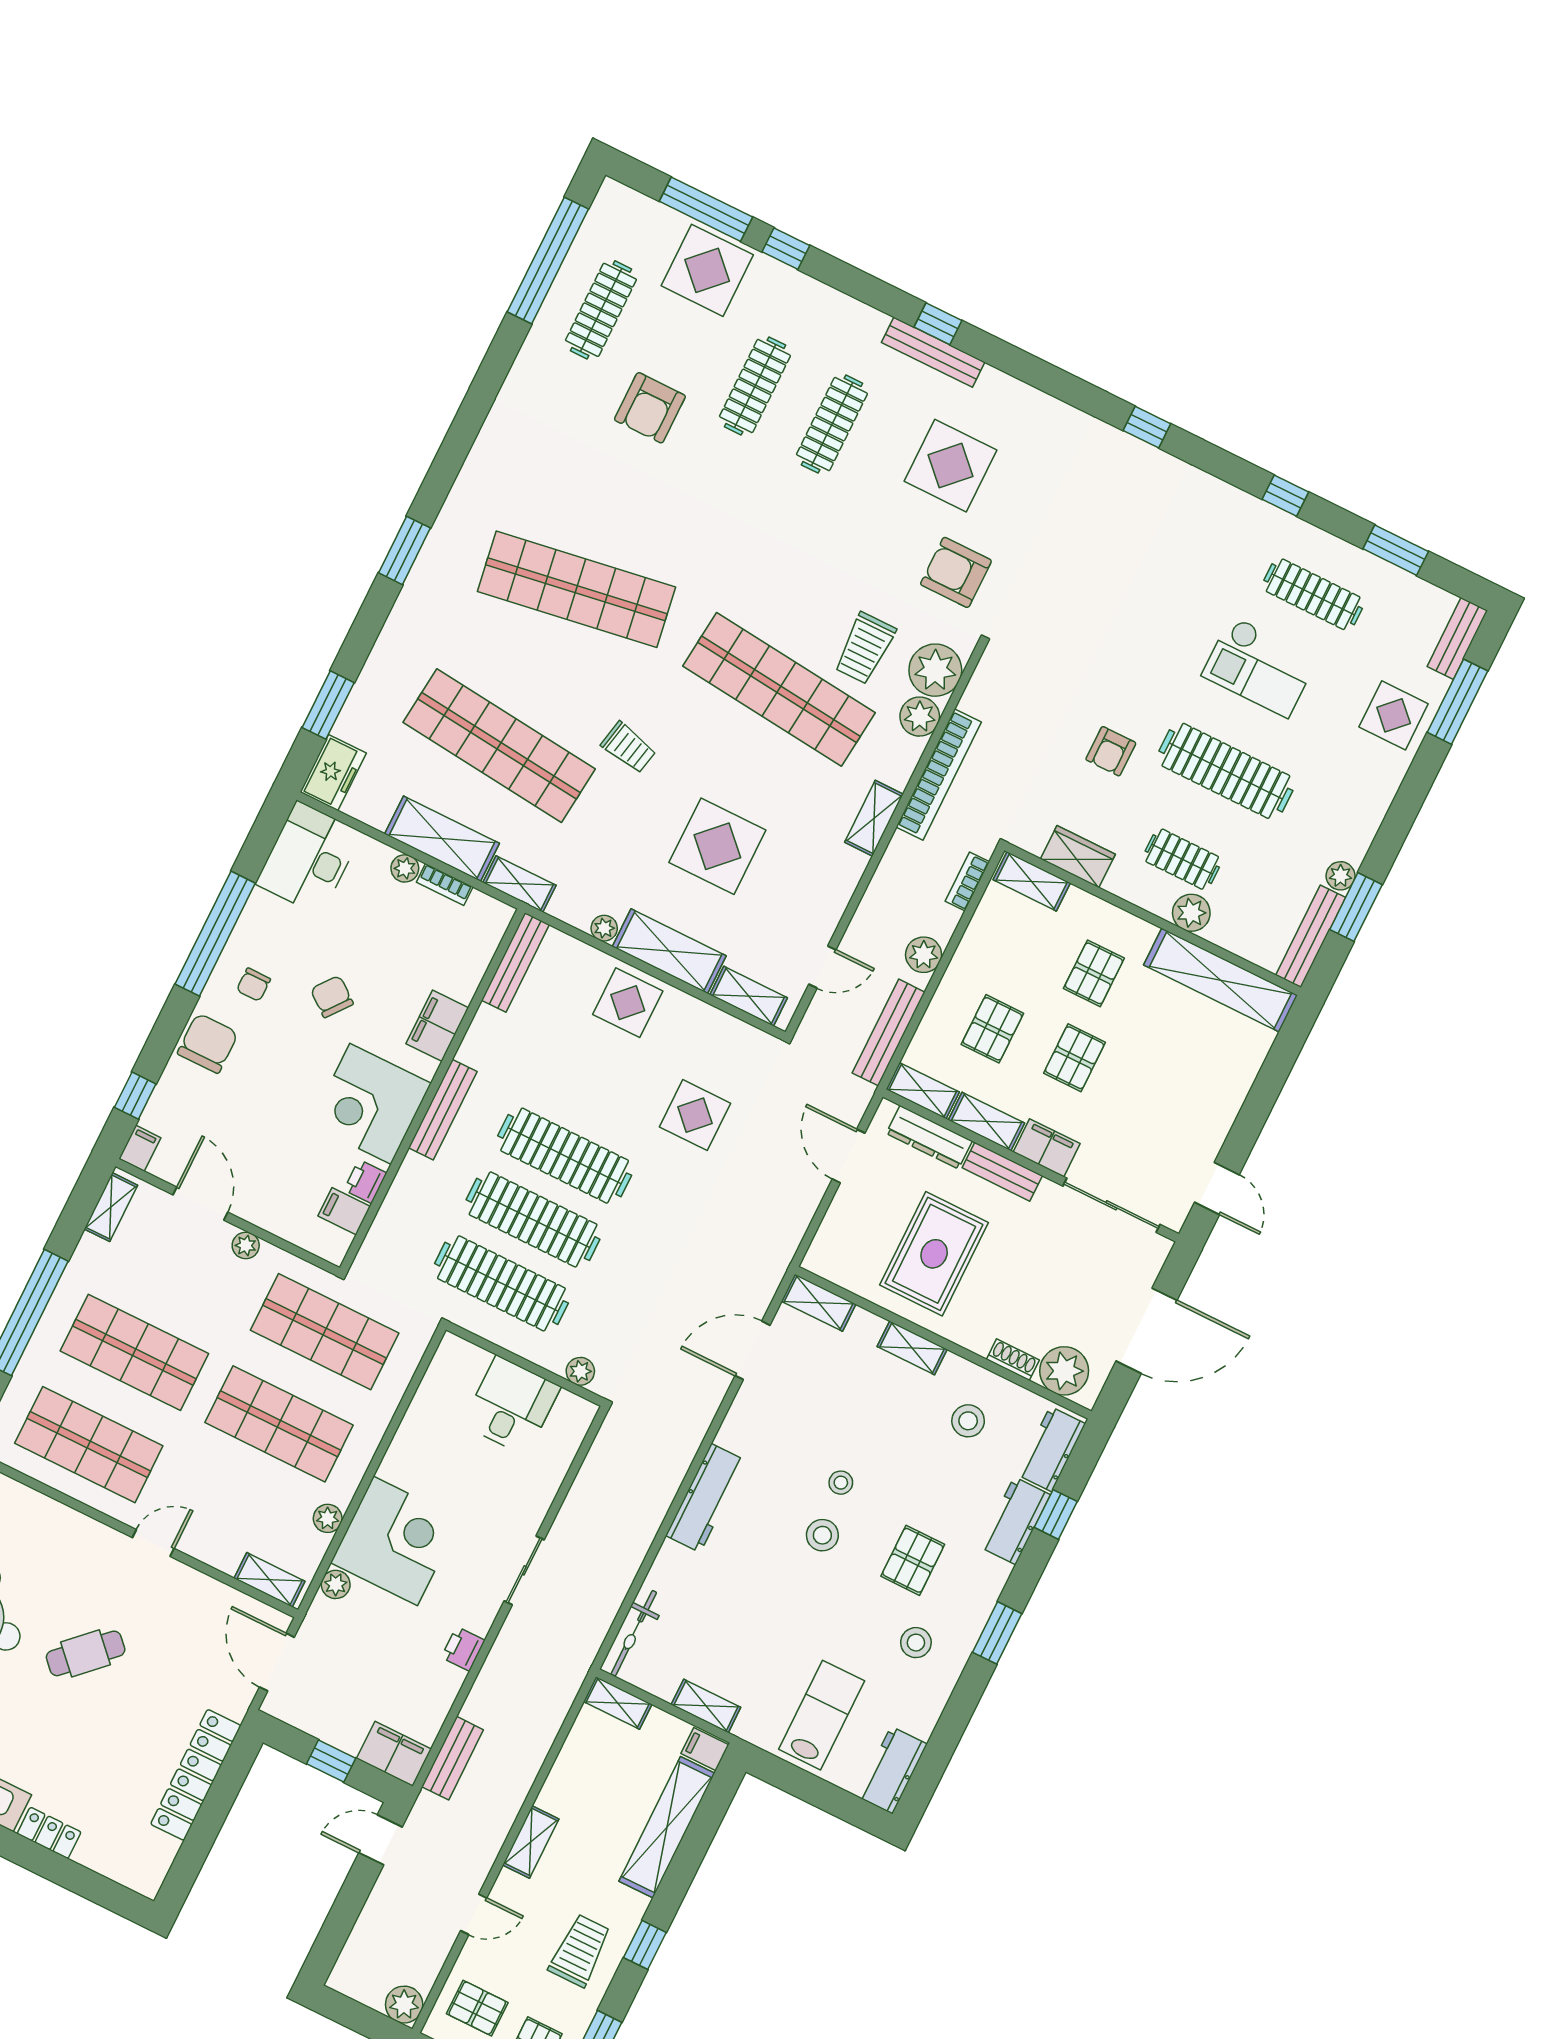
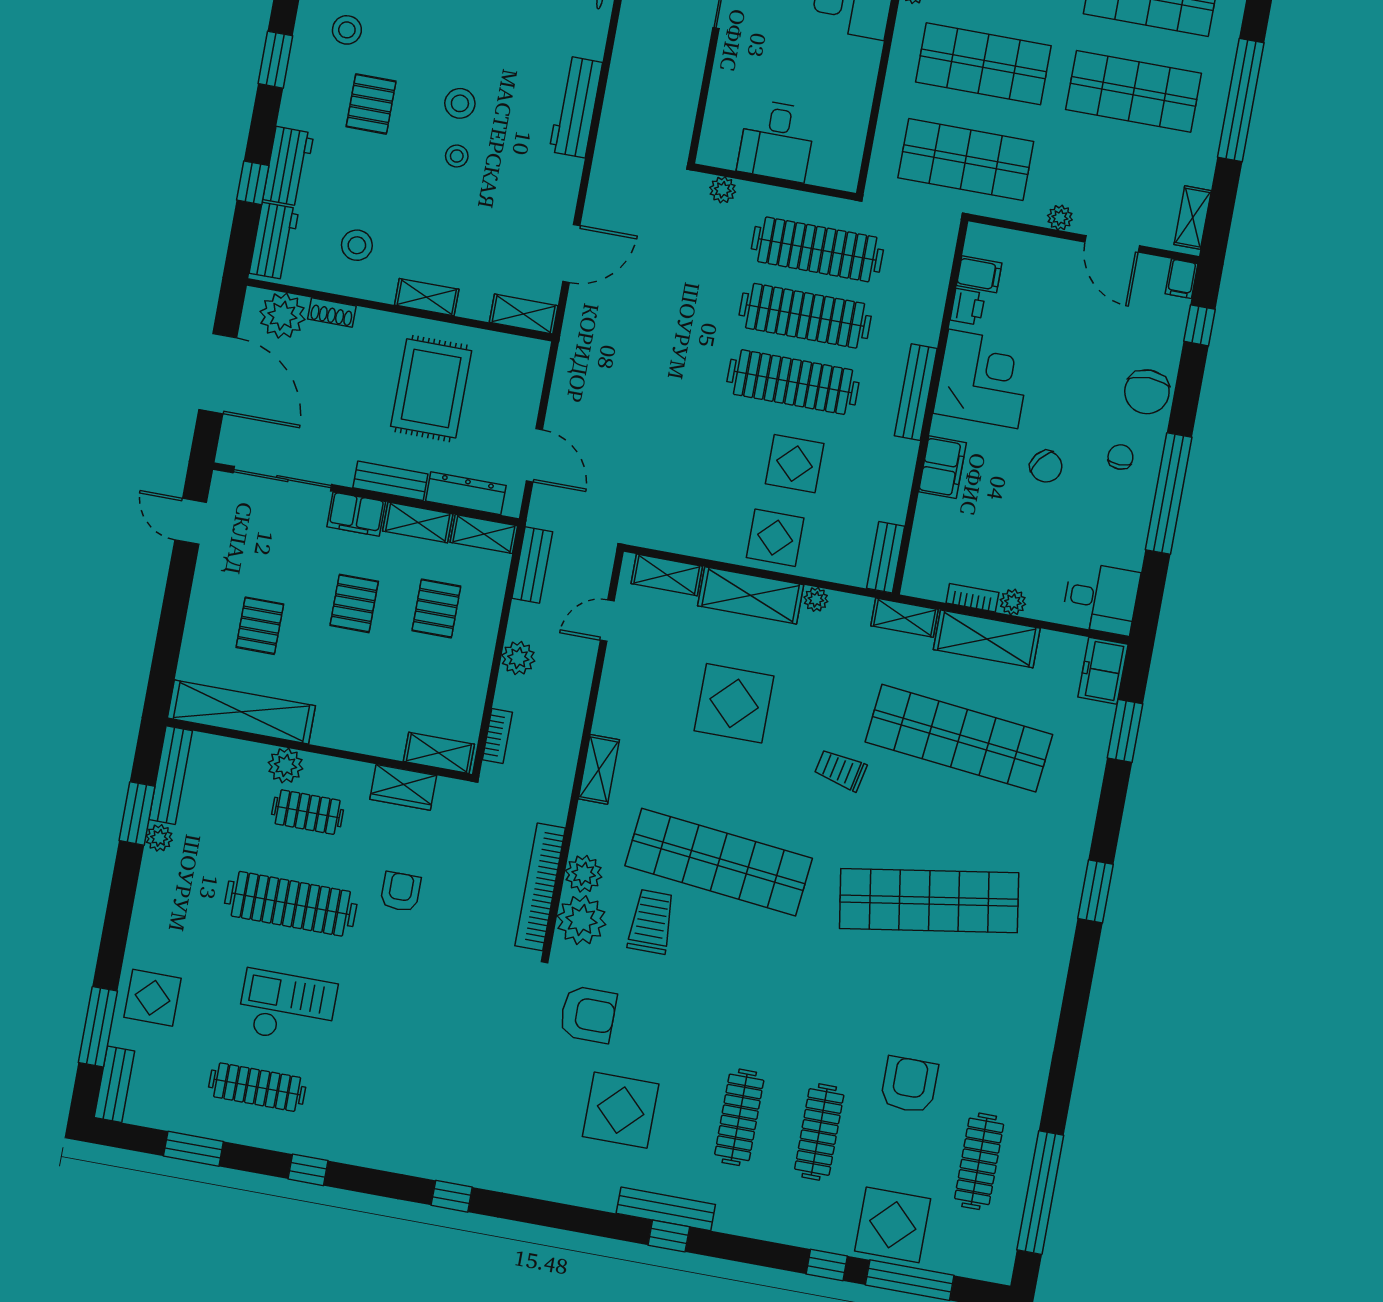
bookcase: (939, 775) -> (540, 887), moved
desk: (309, 858) -> (1101, 598), width x0.73
bench: (515, 962) -> (886, 557), width x0.73
pallet: (1094, 973) -> (260, 626), moved
bench: (889, 1033) -> (532, 565), width x0.73
display table: (695, 1115) -> (795, 464), moved
door: (1147, 1331) -> (218, 374), swing flipped

